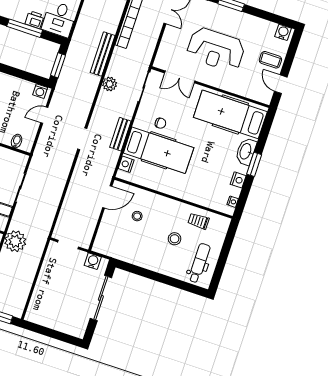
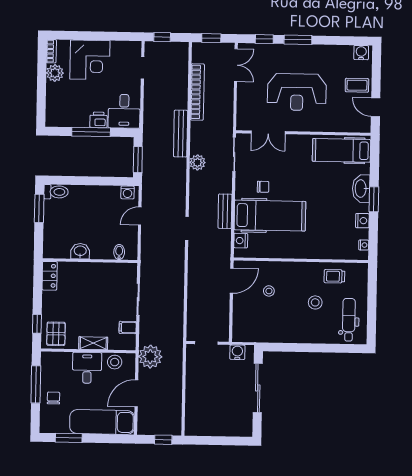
hospital bed: (230, 114) -> (341, 150), width x0.73, depth x0.78

